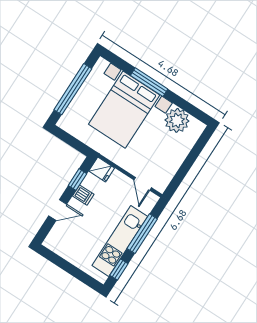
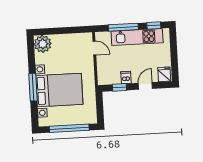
plant: (177, 120) -> (43, 44), moved
fridge: (102, 169) -> (164, 74), moved
door: (143, 184) -> (94, 48), hinge flipped
door: (58, 210) -> (145, 86), hinge flipped

